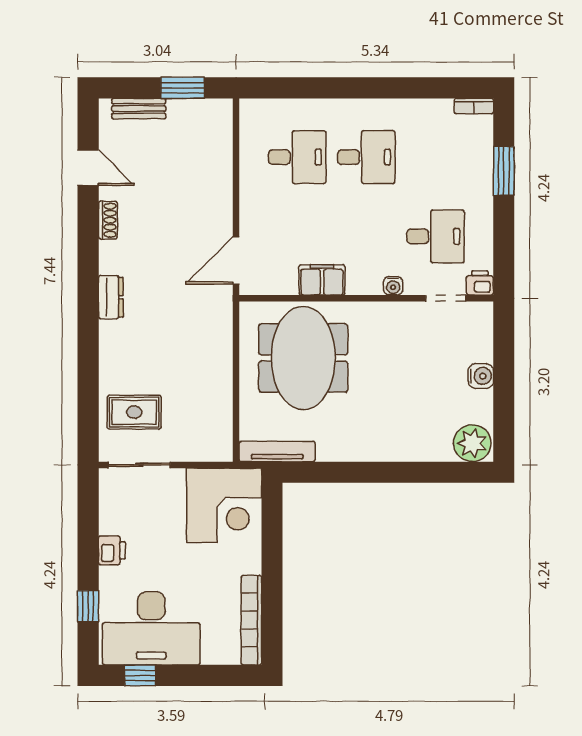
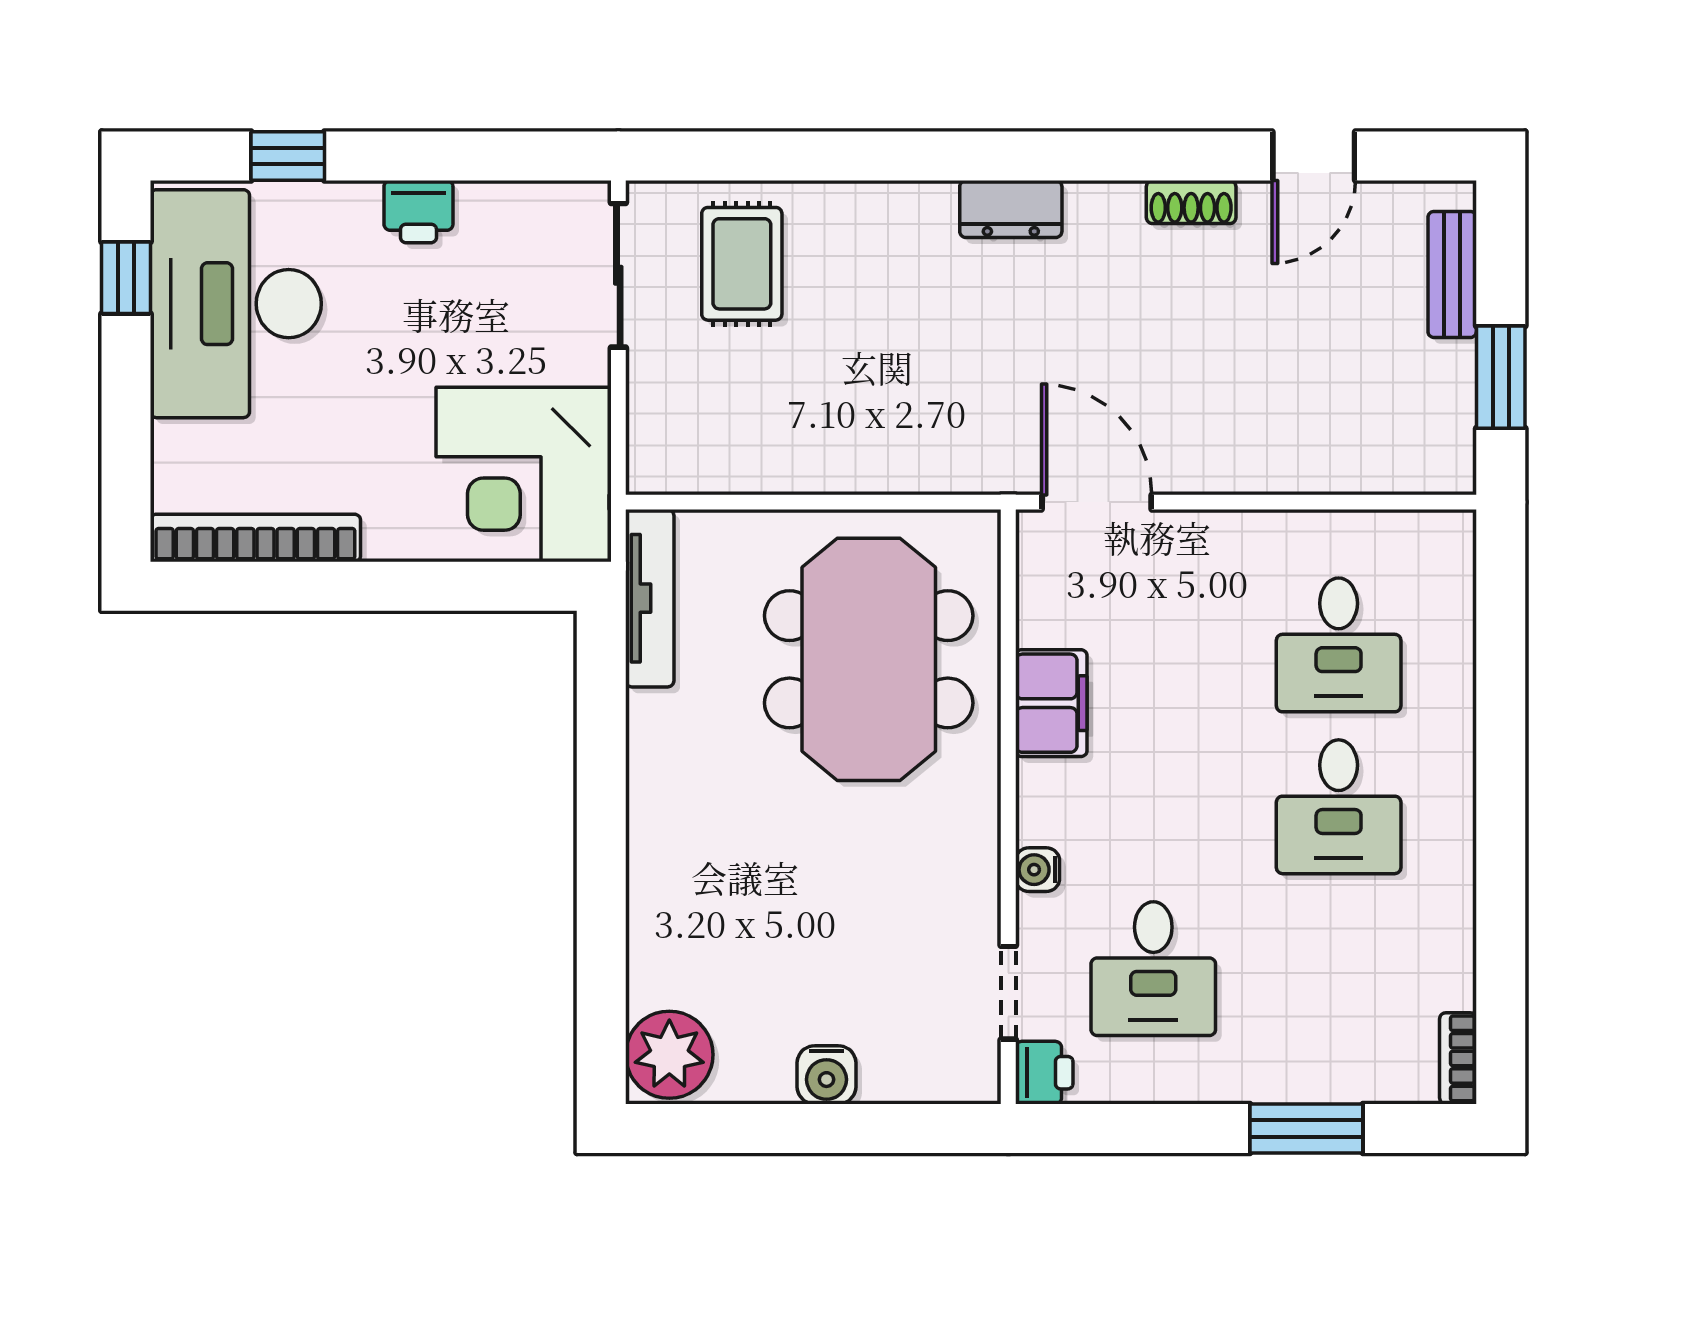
meeting table: (303, 358) -> (869, 659), turned 90

